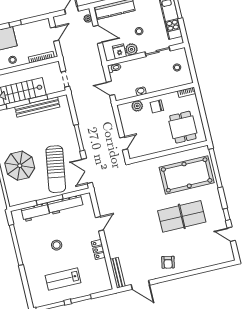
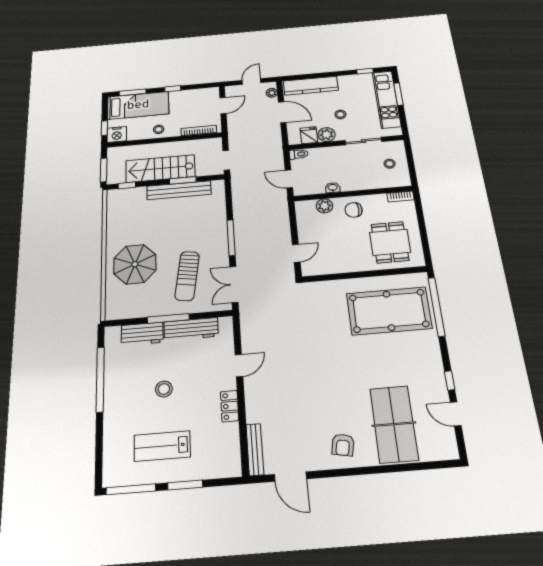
sun lounger: (56, 169) -> (187, 276), width x0.73, depth x0.75
table tennis table: (182, 216) -> (394, 424), moved, turned 90

